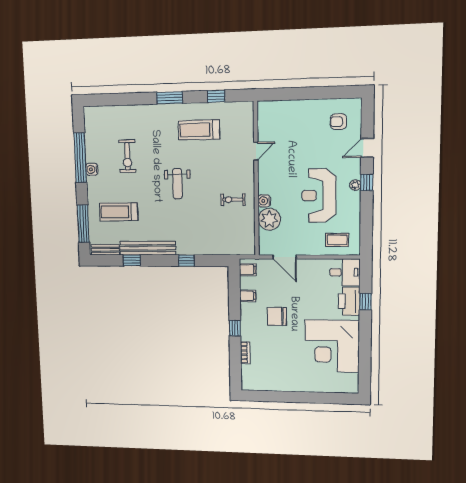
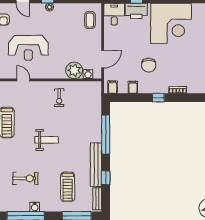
reception desk: (319, 195) -> (28, 48), moved
water cooler: (264, 201) -> (88, 74), moved
window: (186, 261) -> (106, 135), width x3.17

